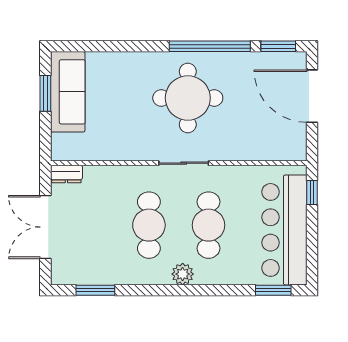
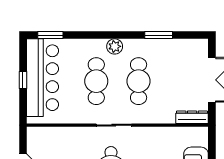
dresser: (66, 174) -> (192, 117), width x1.44
window: (312, 192) -> (23, 80), moved
window: (95, 290) -> (159, 35), moved

